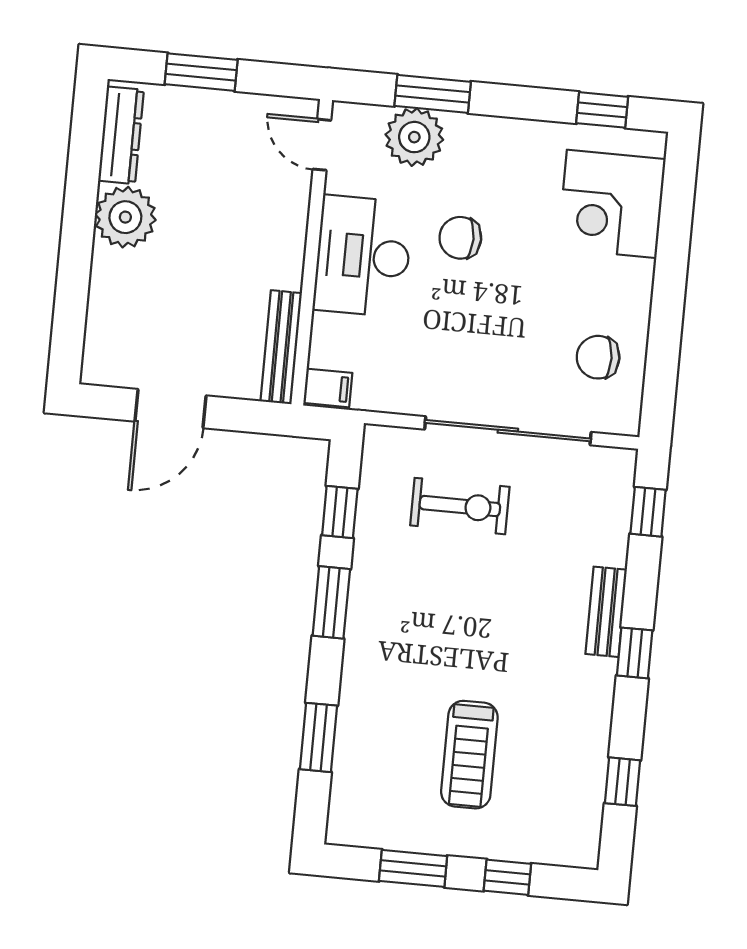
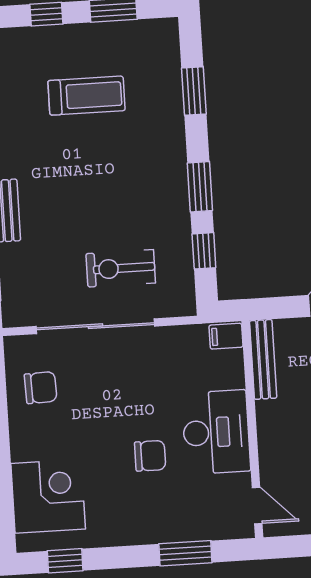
plant: (414, 137) -> (193, 521), removed
treadmill: (469, 755) -> (86, 96), turned 90

